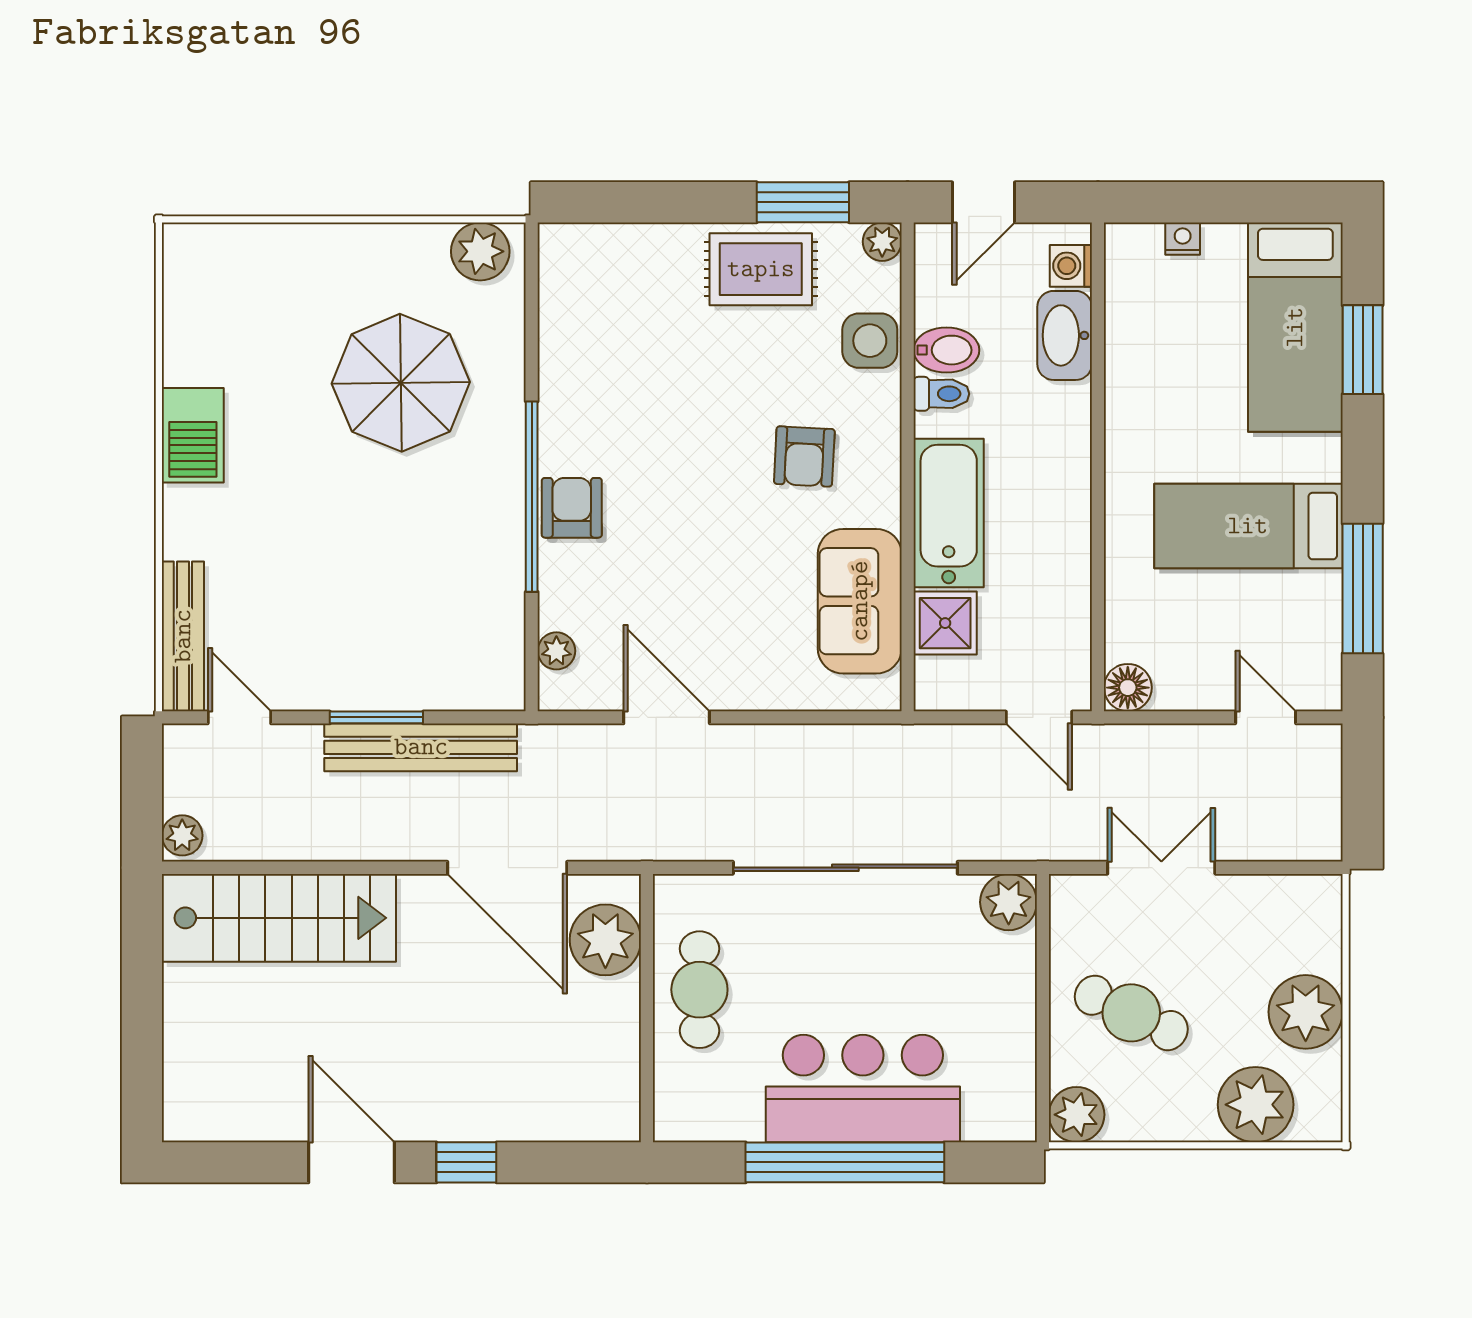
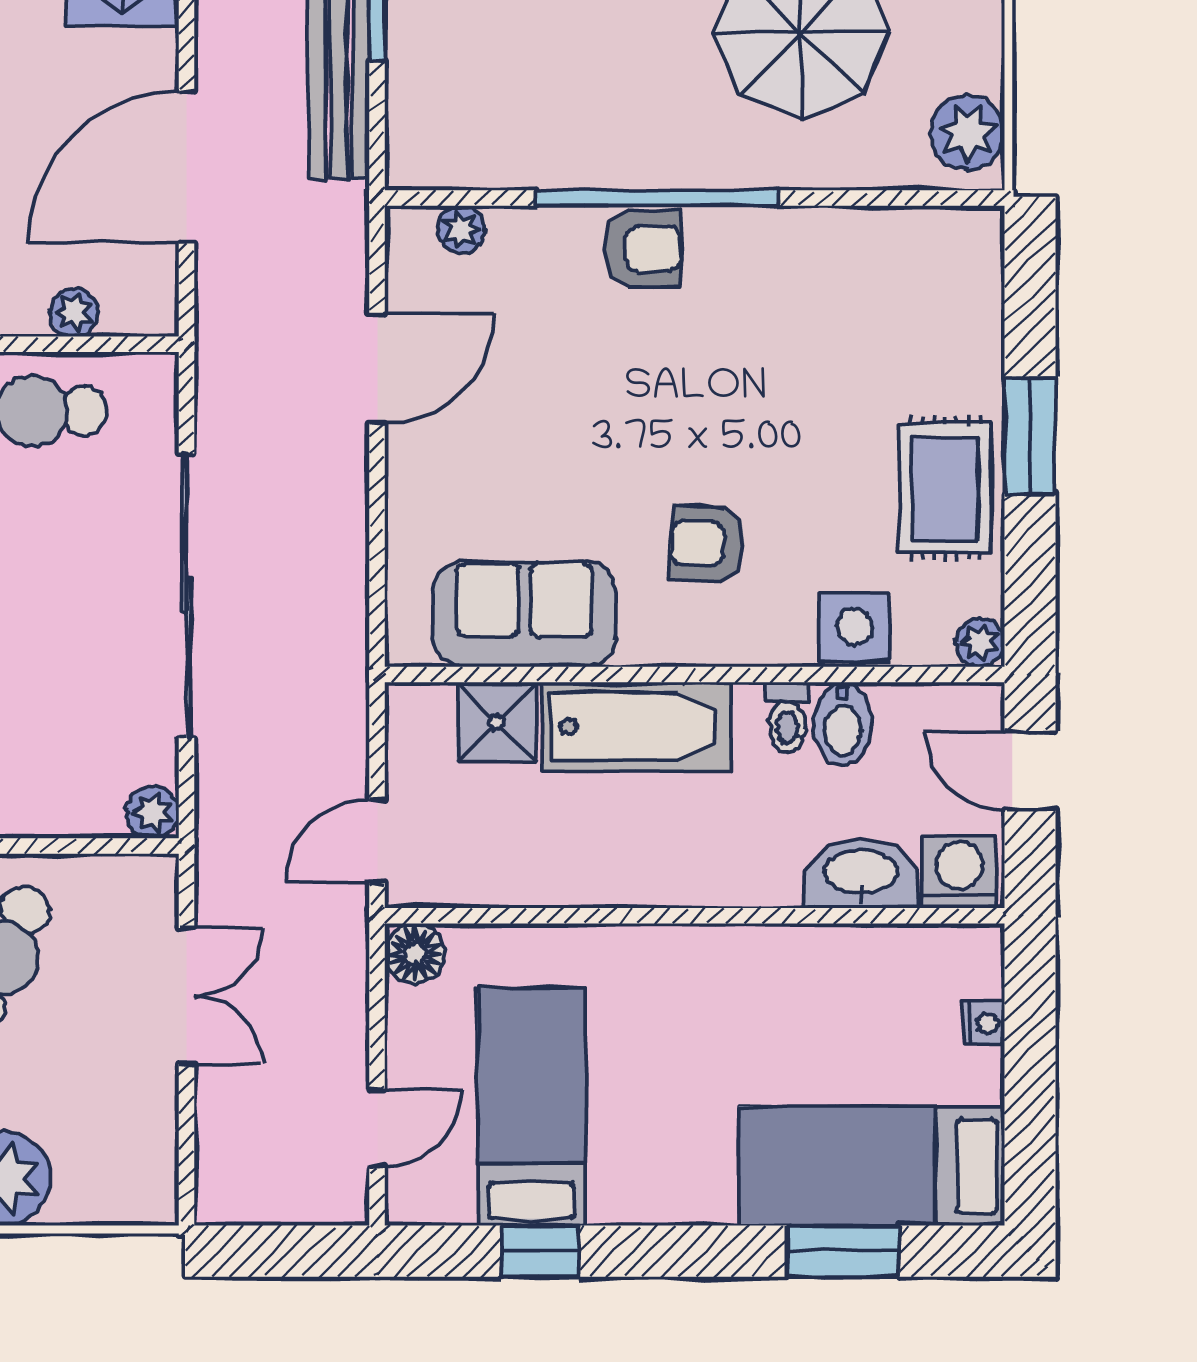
window: (803, 202) -> (1030, 436), moved
washing machine: (1071, 266) -> (960, 872), width x1.38, depth x1.38
bed: (1248, 526) -> (532, 1106), moved
window: (1363, 588) -> (540, 1251), width x0.46
plant: (1009, 902) -> (153, 812), width x0.73, depth x0.73
plant: (605, 940) -> (74, 313), width x0.53, depth x0.53

